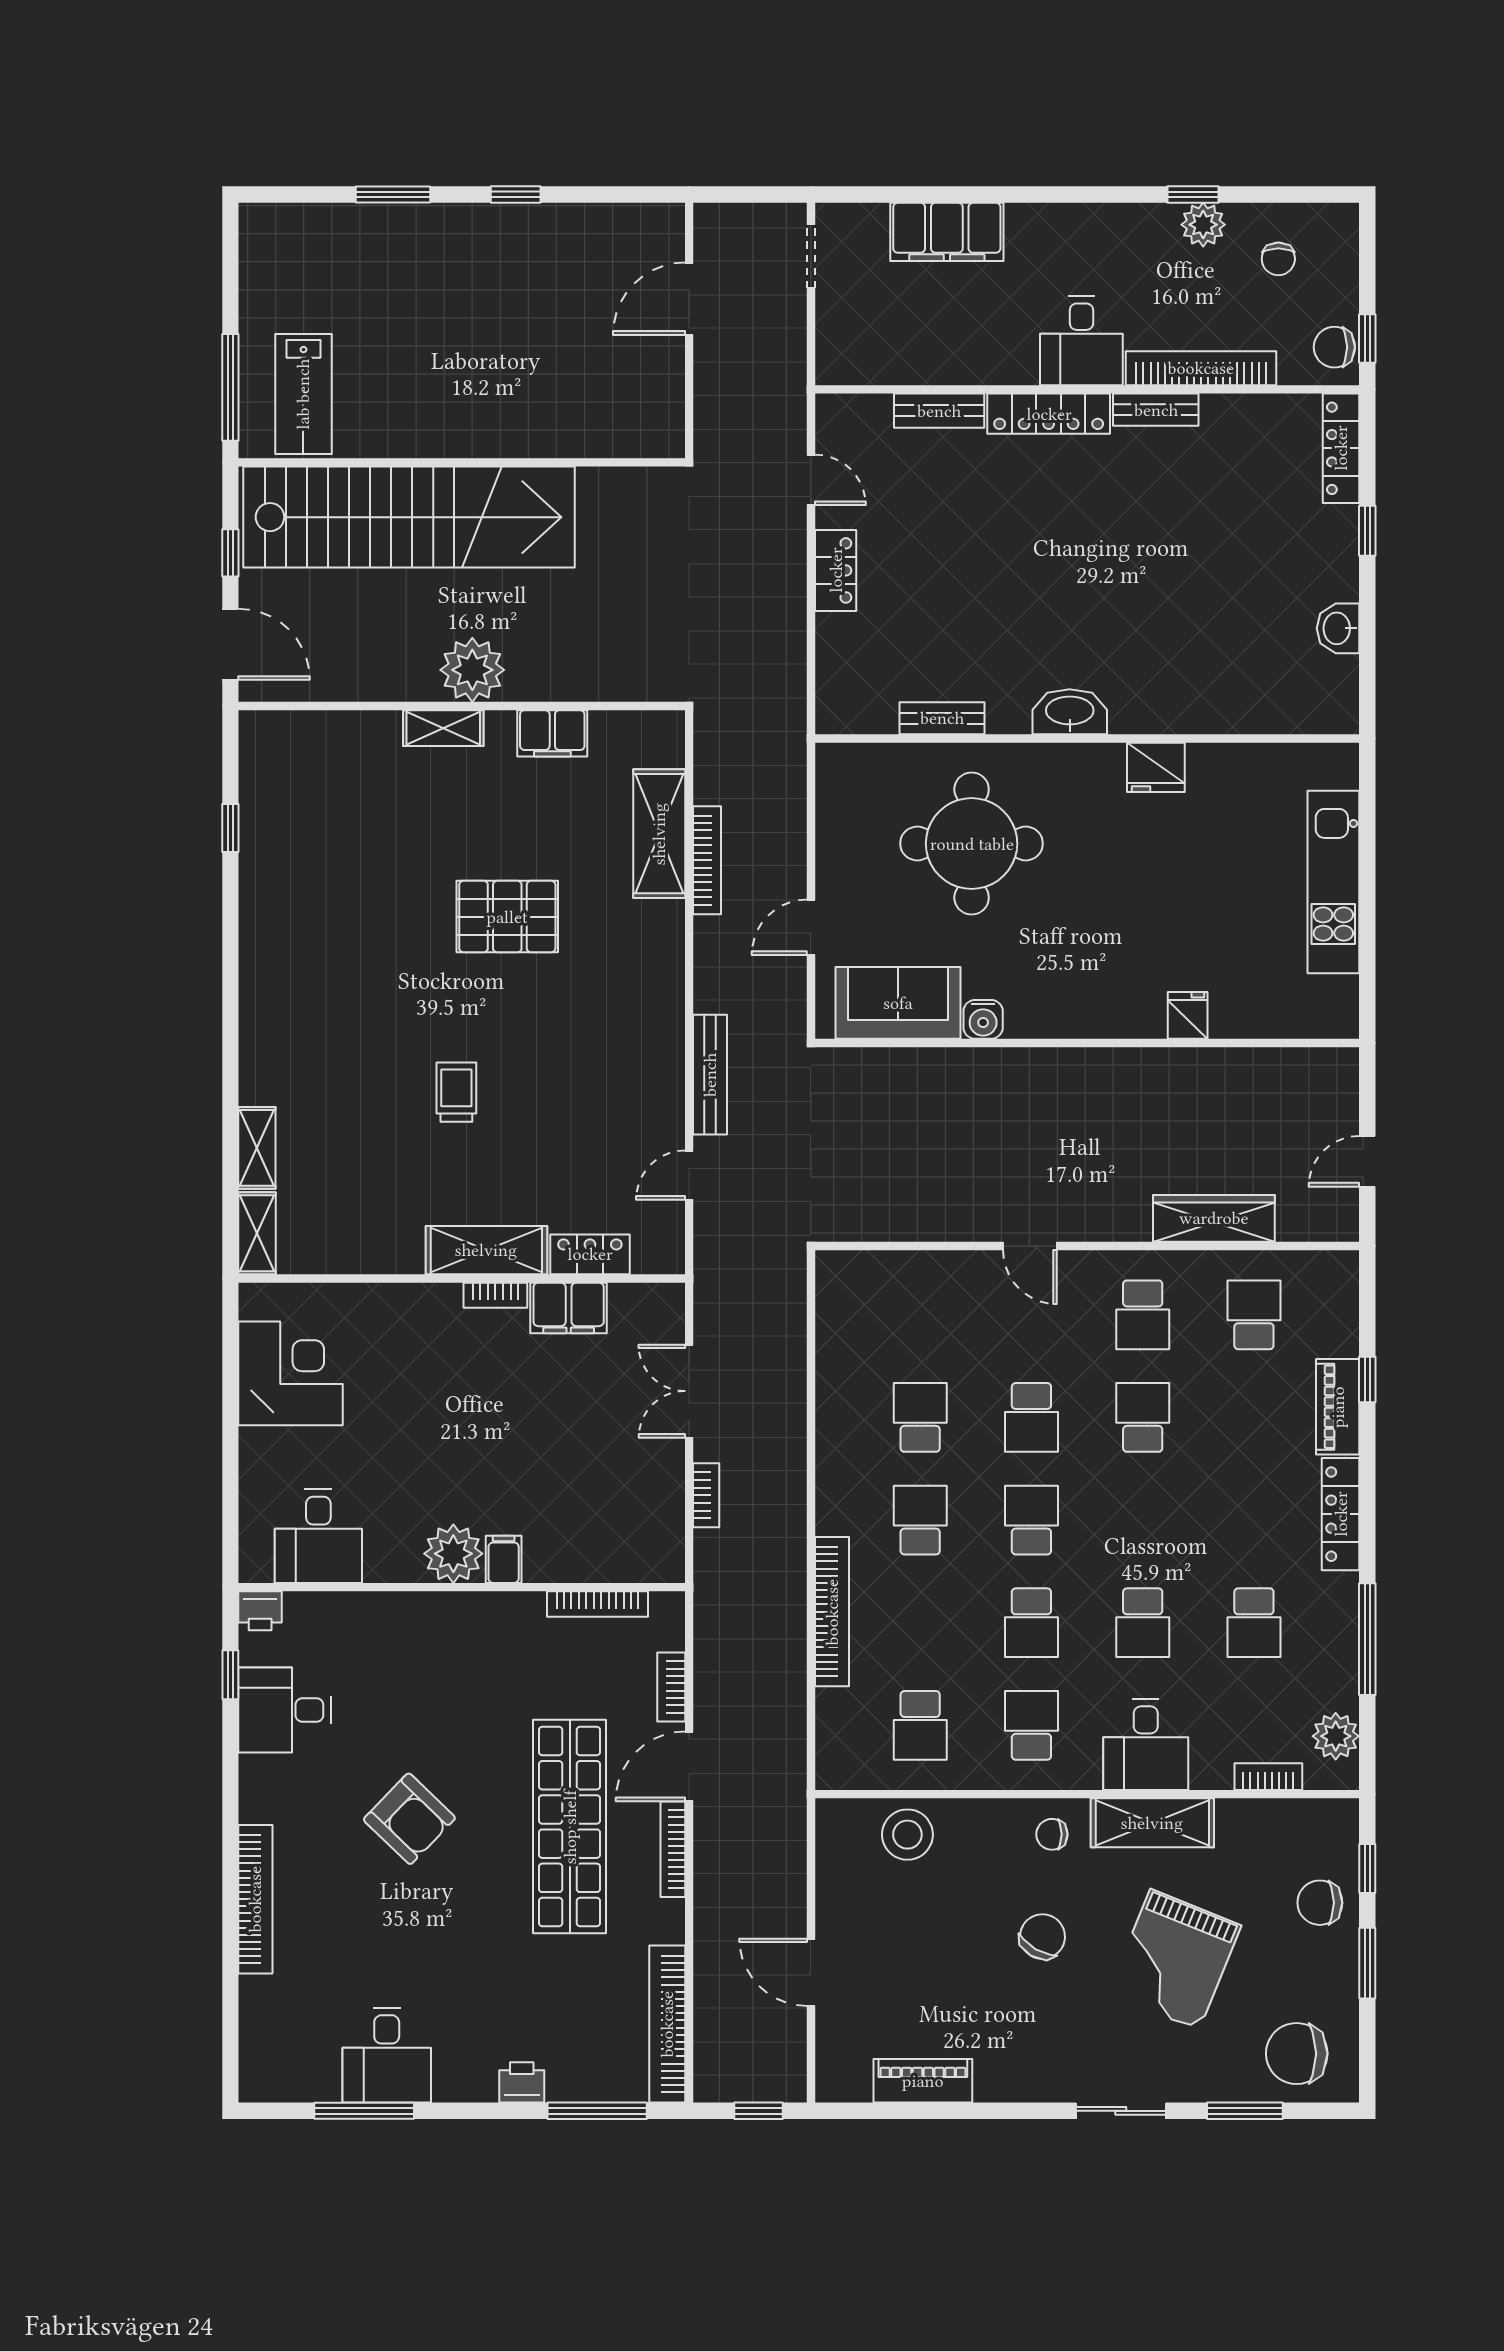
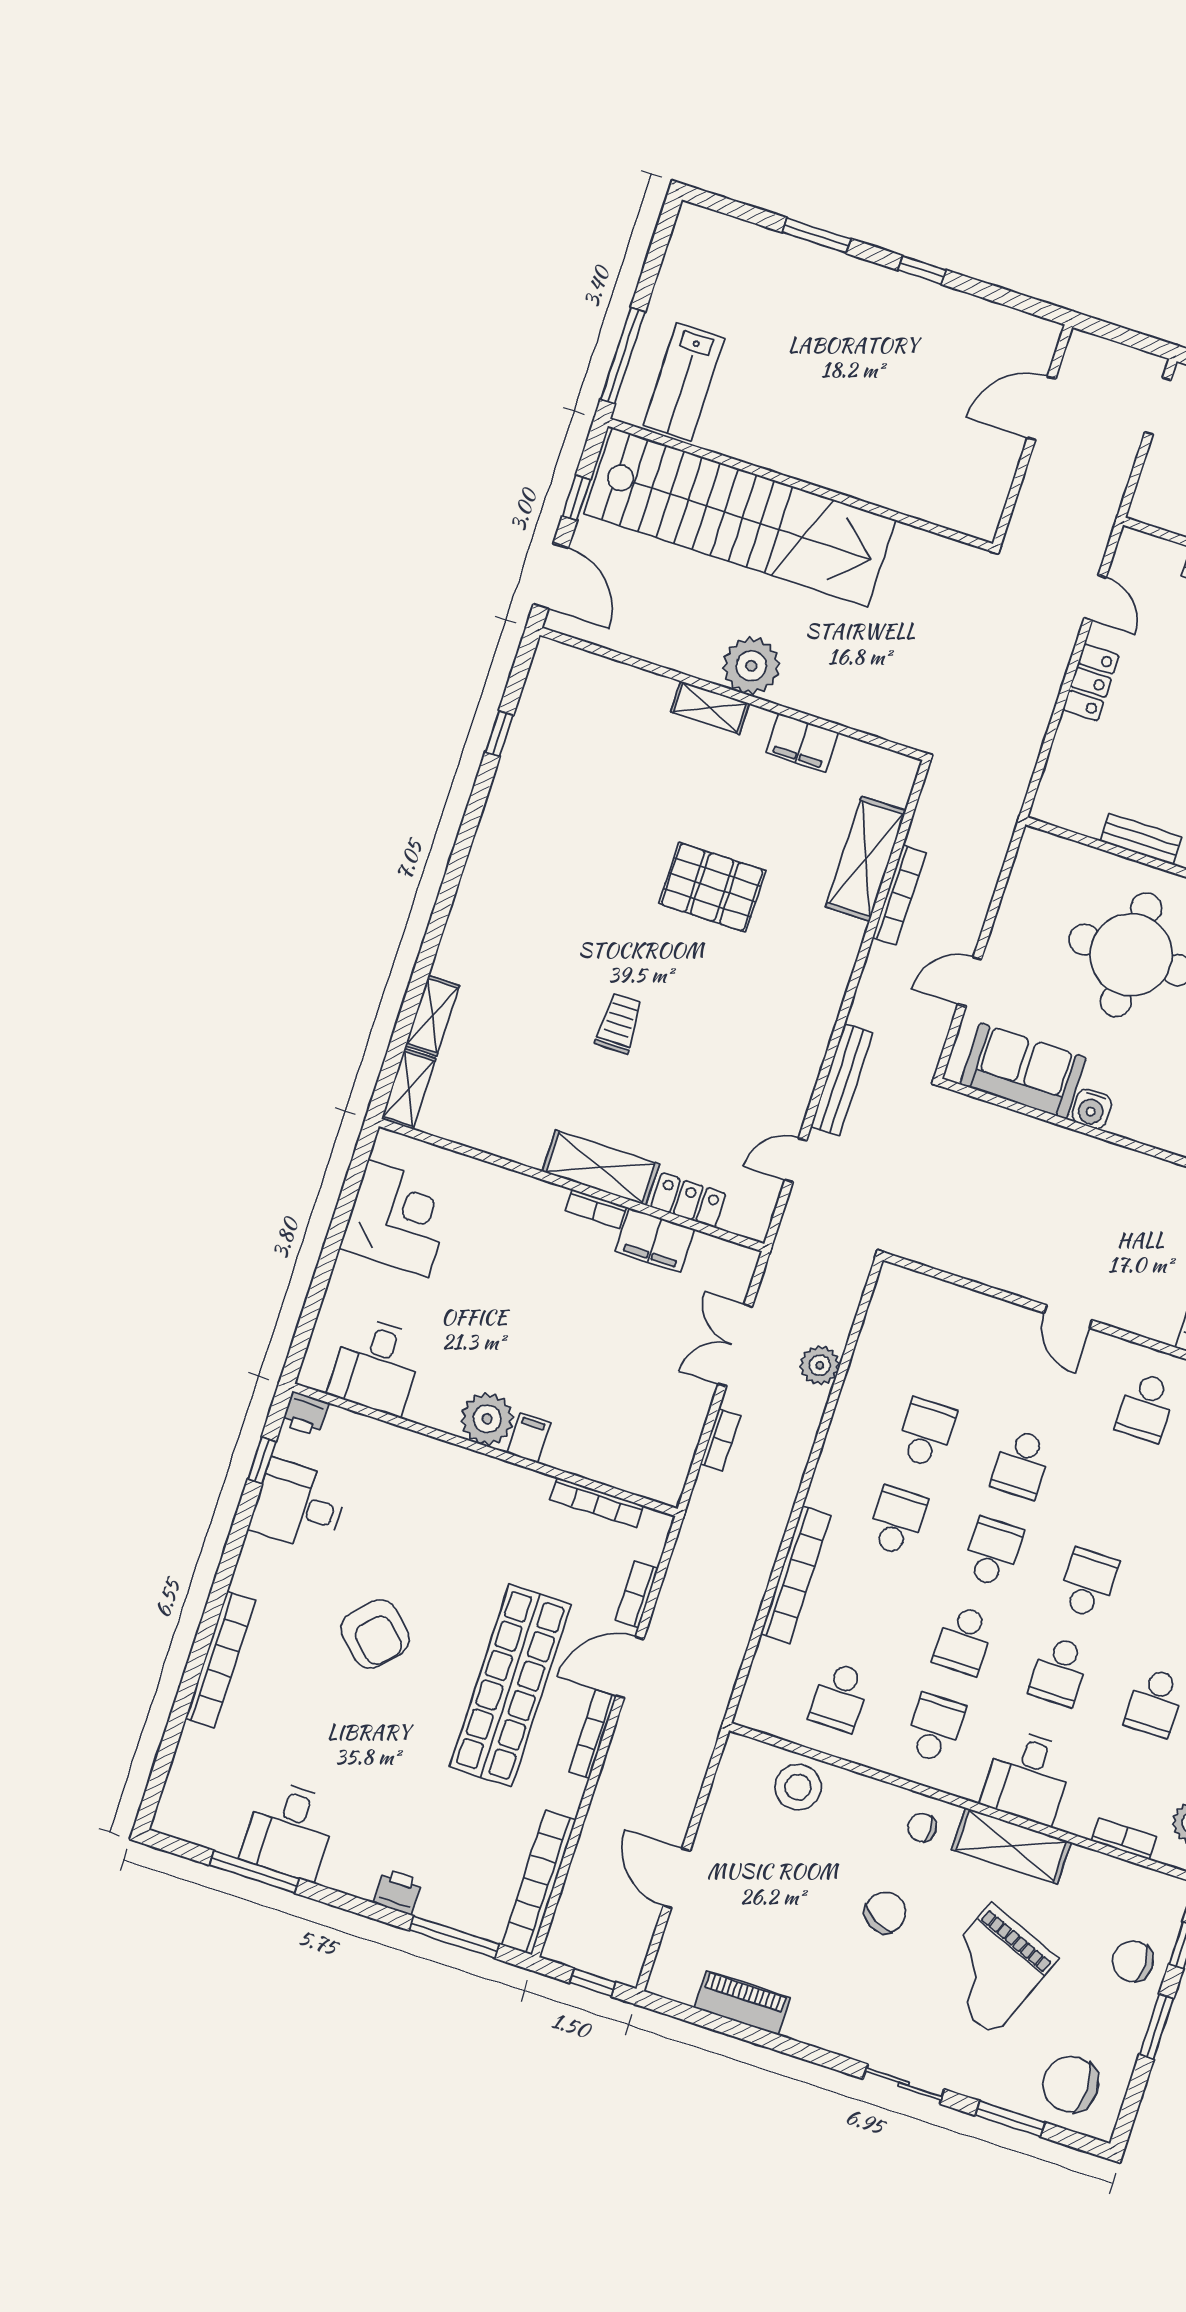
plant: (785, 1383) -> (820, 1365), added
school desk: (1143, 1417) -> (1088, 1583), moved

